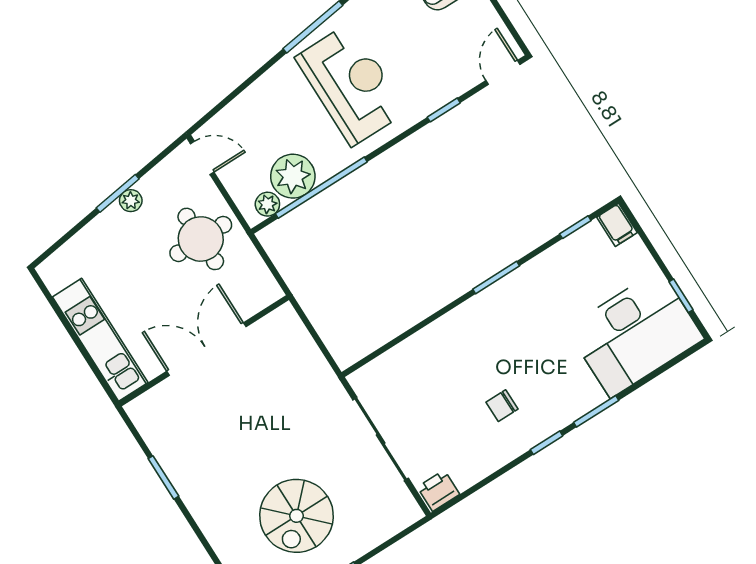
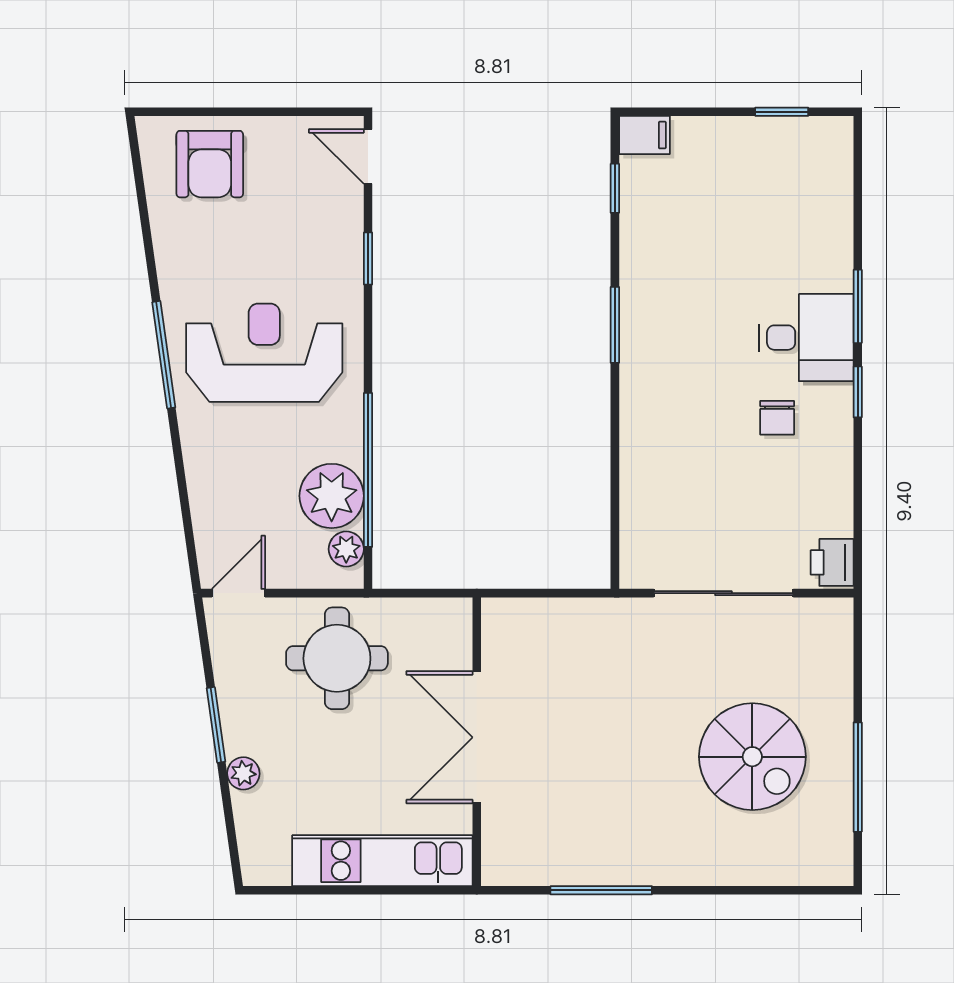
plant: (131, 201) -> (243, 773), moved
desk: (635, 333) -> (806, 338), moved, width x0.53, depth x0.77
window: (163, 477) -> (601, 890), width x1.44

